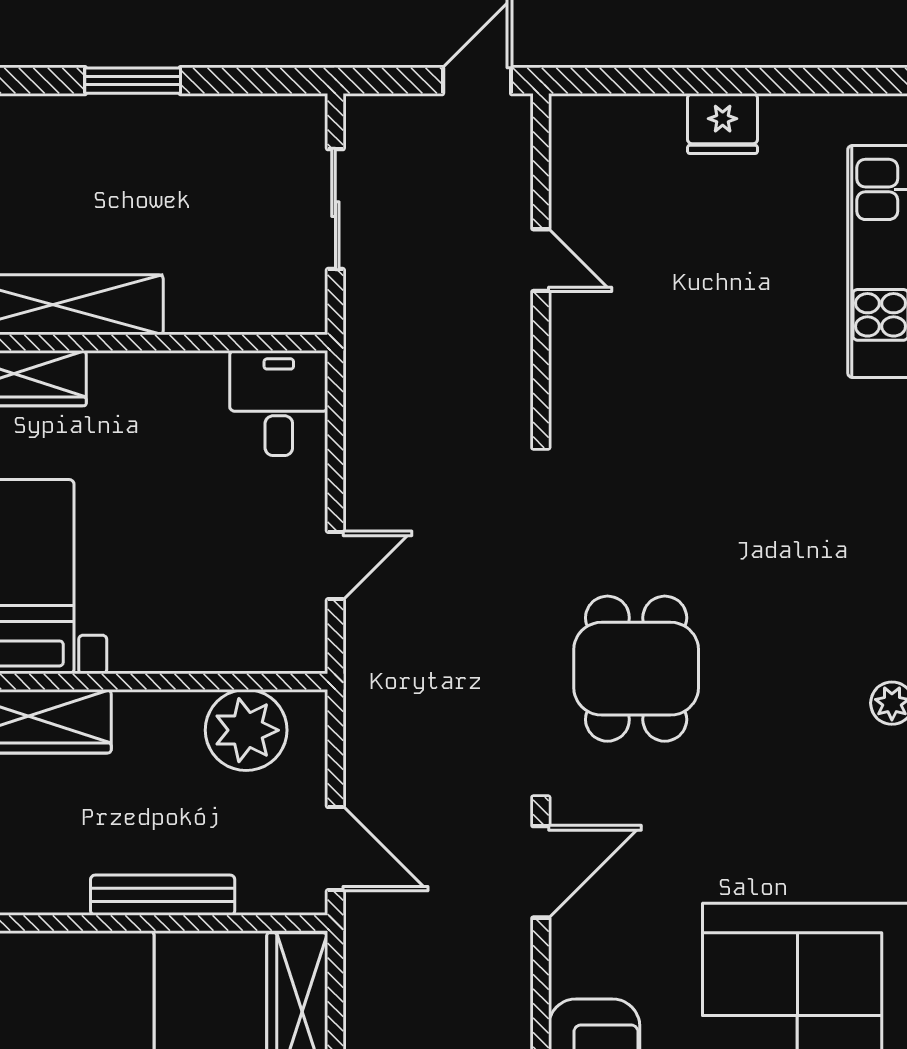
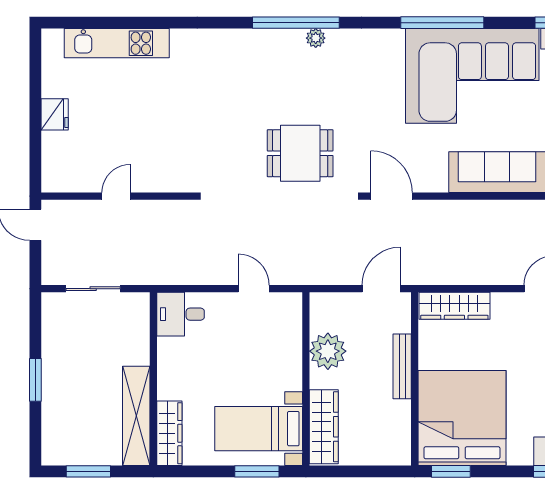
plant: (246, 730) -> (328, 351), moved

